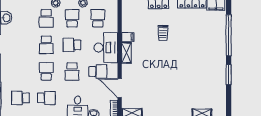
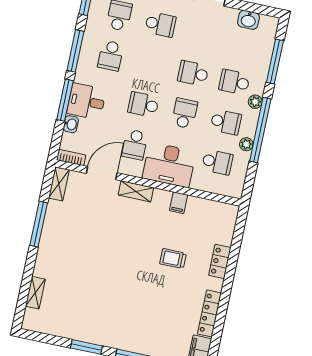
shelving: (126, 53) -> (136, 191), moved
school desk: (46, 71) -> (160, 24), moved

